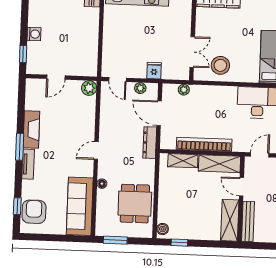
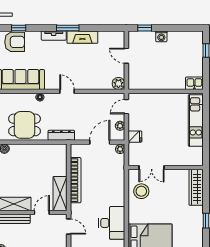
plant: (184, 90) -> (120, 149), moved
dresser: (150, 143) -> (61, 135), moved
shelving: (183, 161) -> (61, 163), removed

